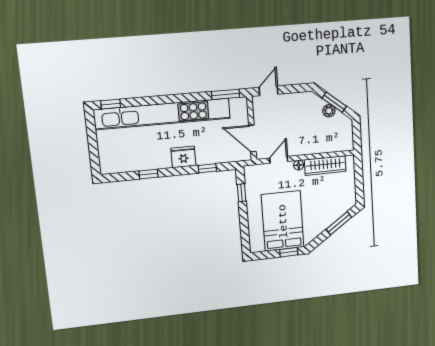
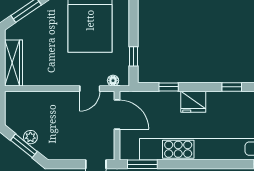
floor lamp: (299, 165) -> (113, 81), moved
wardrobe: (325, 166) -> (13, 63), moved, turned 90

